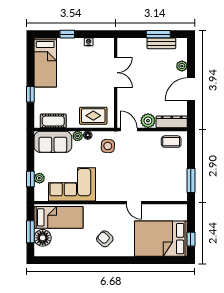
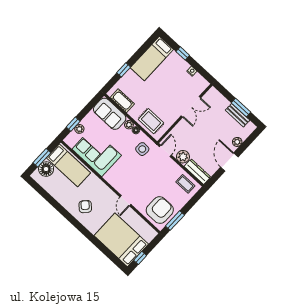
door: (191, 89) -> (229, 162), hinge flipped
armchair: (170, 184) -> (160, 210), added

